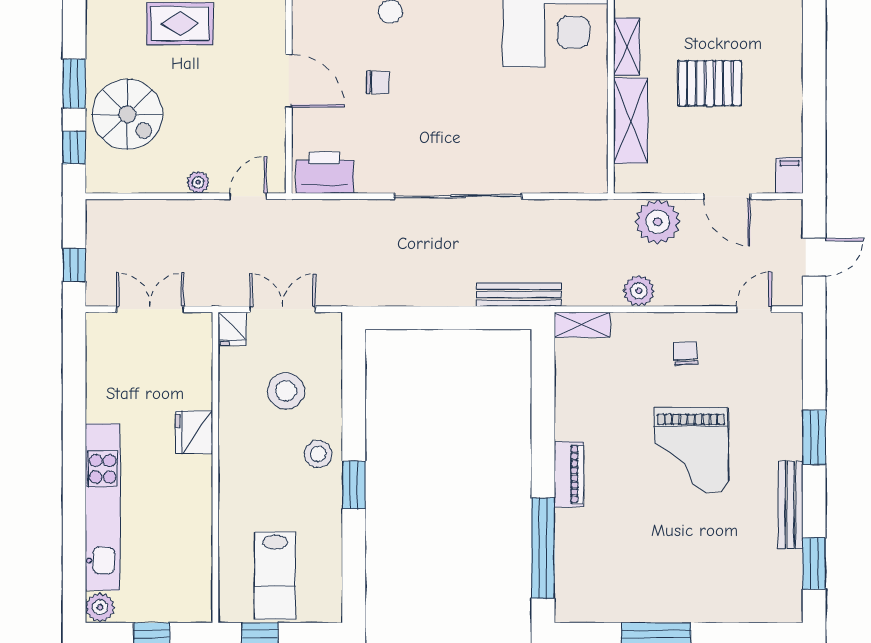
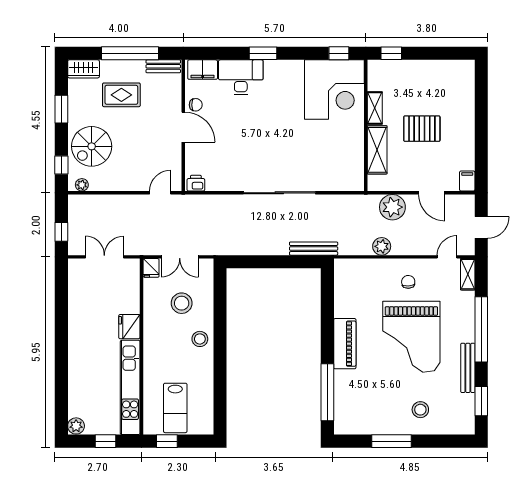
chair: (378, 82) -> (196, 105), moved
window: (74, 84) -> (61, 109), moved
spiral stairs: (127, 114) -> (92, 146), turned 90
printer: (325, 173) -> (196, 183), width x0.53, depth x0.68
plant: (198, 182) -> (82, 185), moved
double door: (283, 309) -> (180, 257), swing flipped
shelving: (582, 325) -> (468, 274), moved, turned 90
window: (814, 437) -> (481, 329), width x2.11
grand piano: (691, 450) -> (411, 337), width x1.37, depth x1.48
piano: (569, 474) -> (345, 344), width x1.37, depth x1.33
window: (354, 485) -> (220, 356), removed
kitchen unit: (103, 507) -> (130, 387), moved, turned 180
stool: (707, 579) -> (420, 410), added

